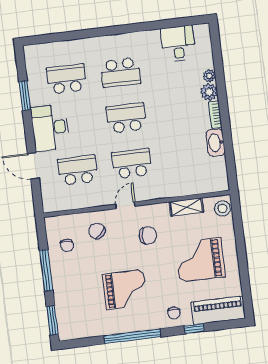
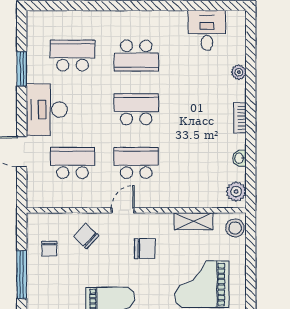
plant: (209, 92) -> (236, 192), moved
washbasin: (216, 143) -> (239, 158), width x0.52, depth x0.69

